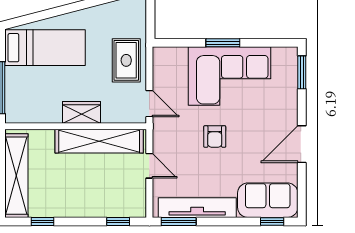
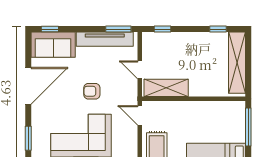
wardrobe: (82, 112) -> (189, 109), removed
armchair: (215, 137) -> (92, 91), turned -90
shelving: (99, 141) -> (166, 88), width x0.68
door: (302, 144) -> (28, 86), width x1.36

